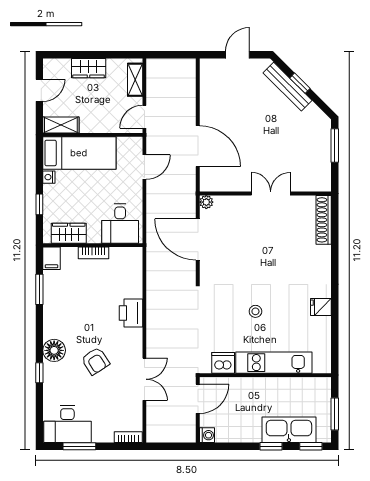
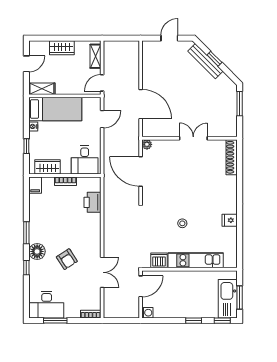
window: (39, 289) -> (26, 233), moved
printer: (131, 313) -> (93, 202), moved
kitchen sink: (289, 430) -> (228, 299), moved, turned -90

